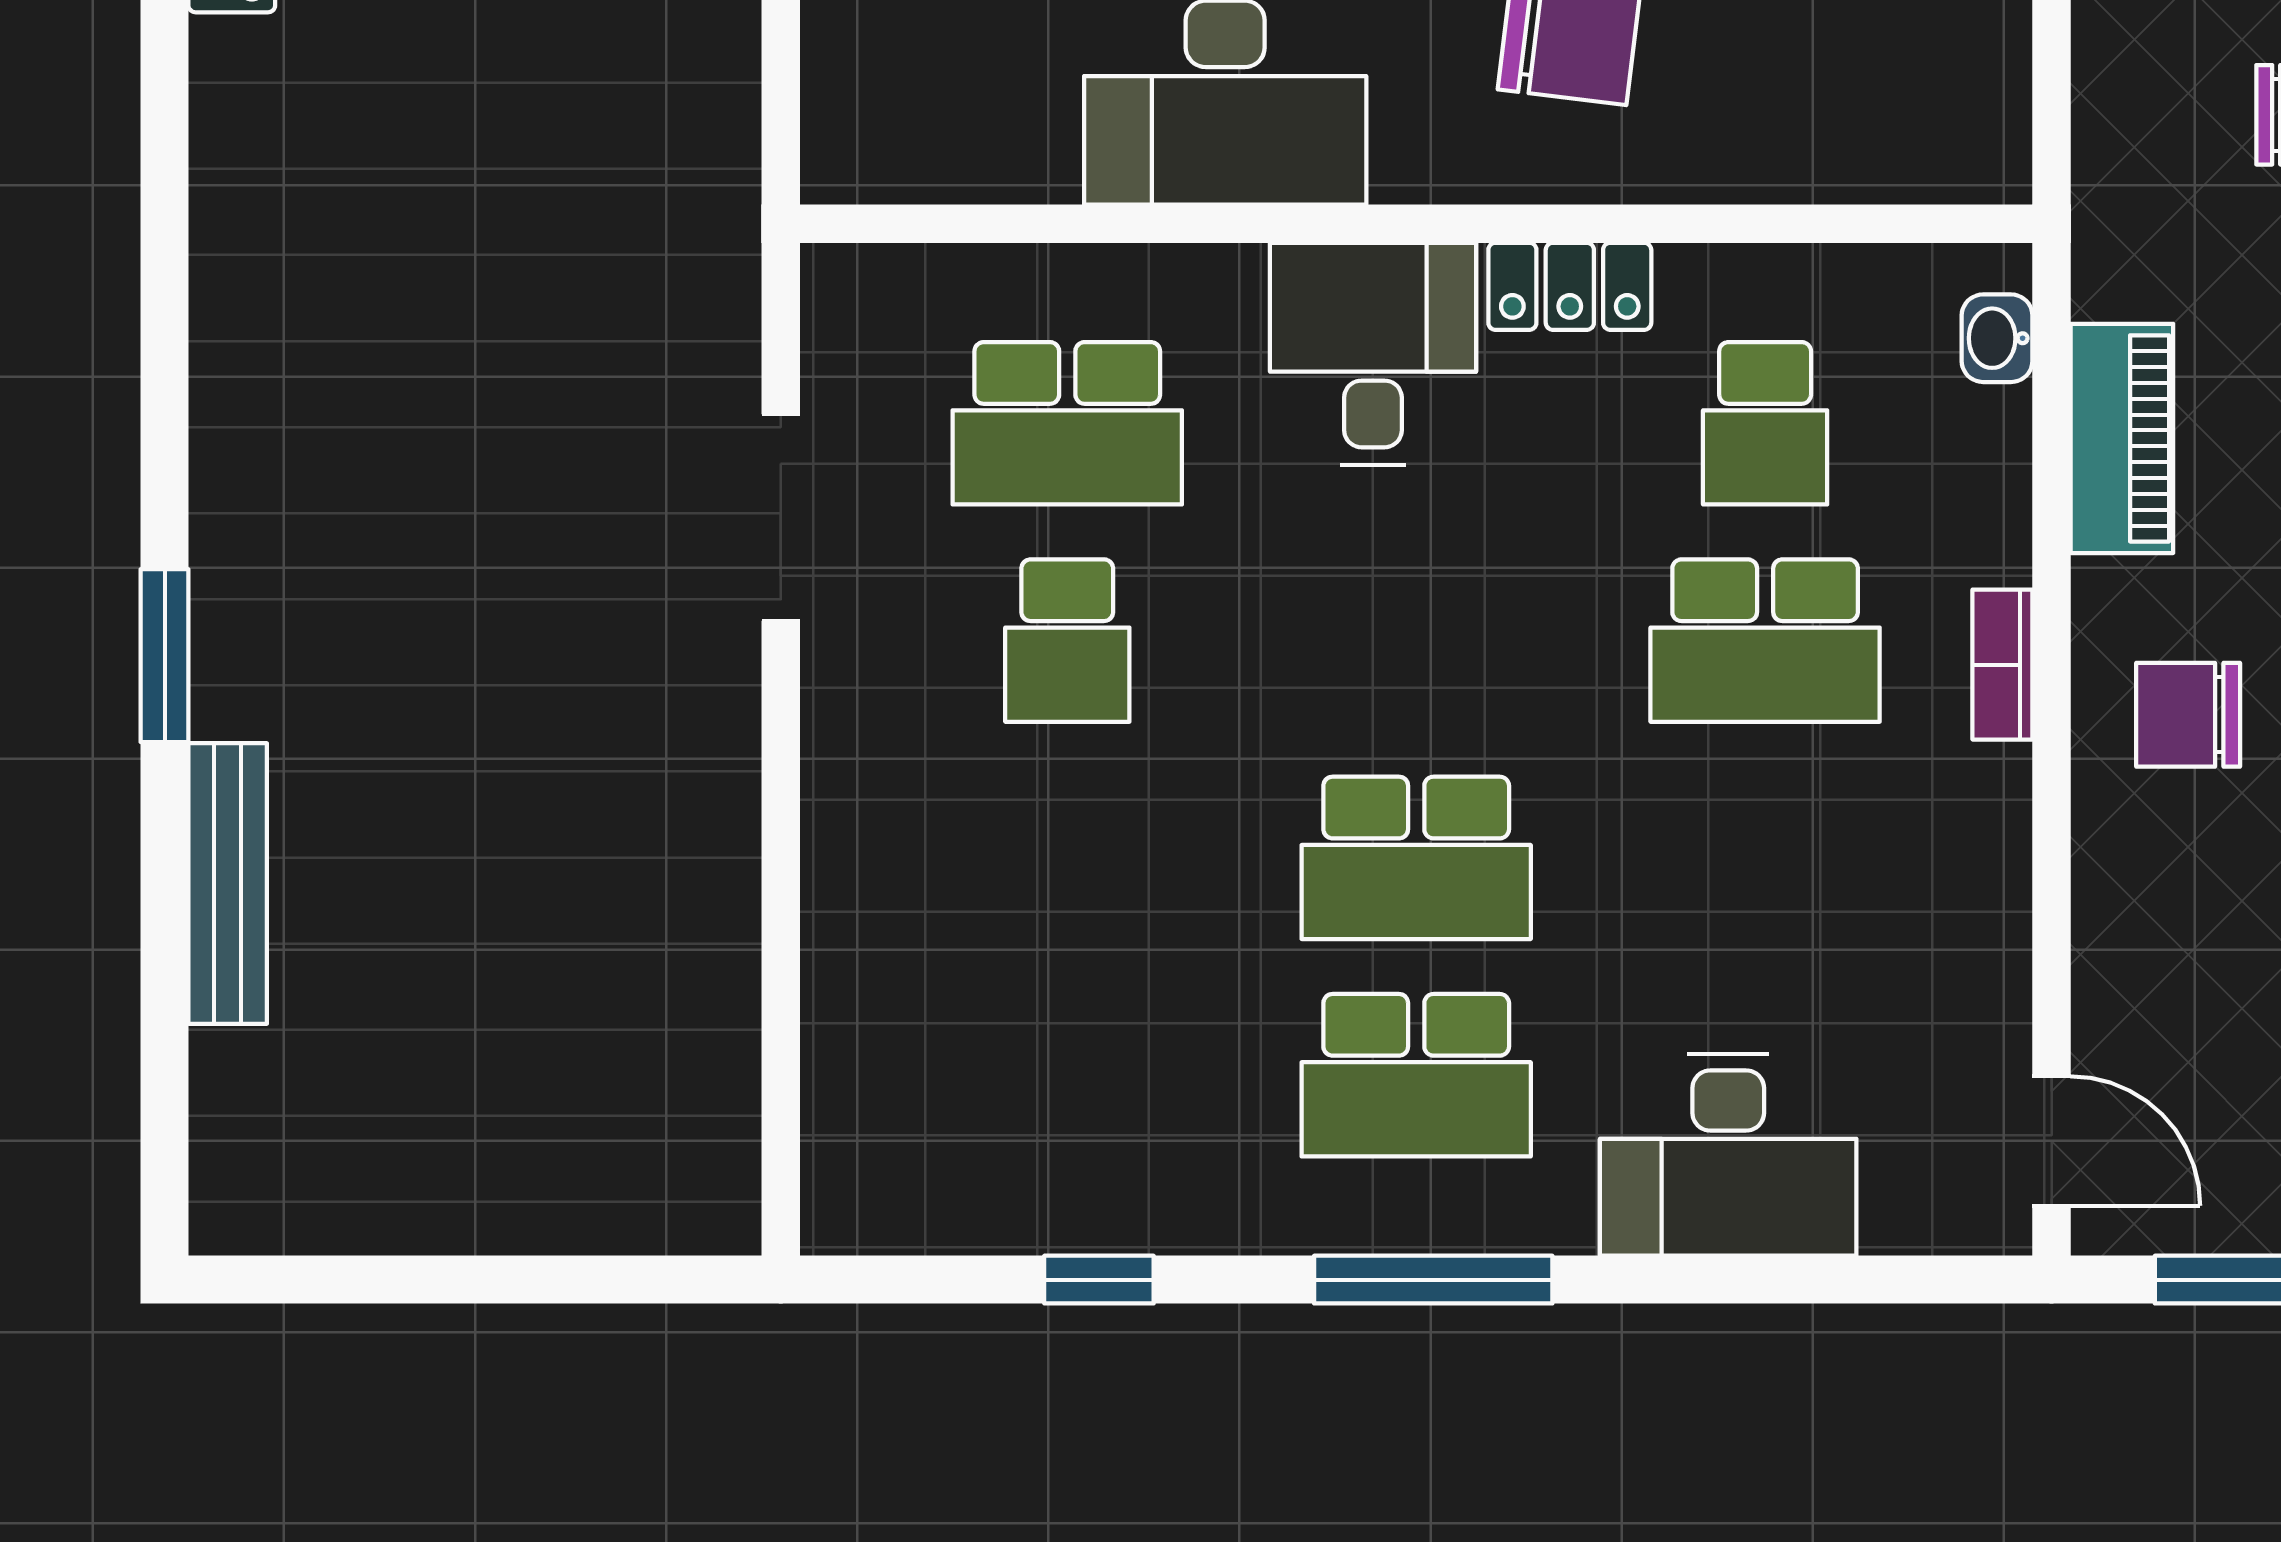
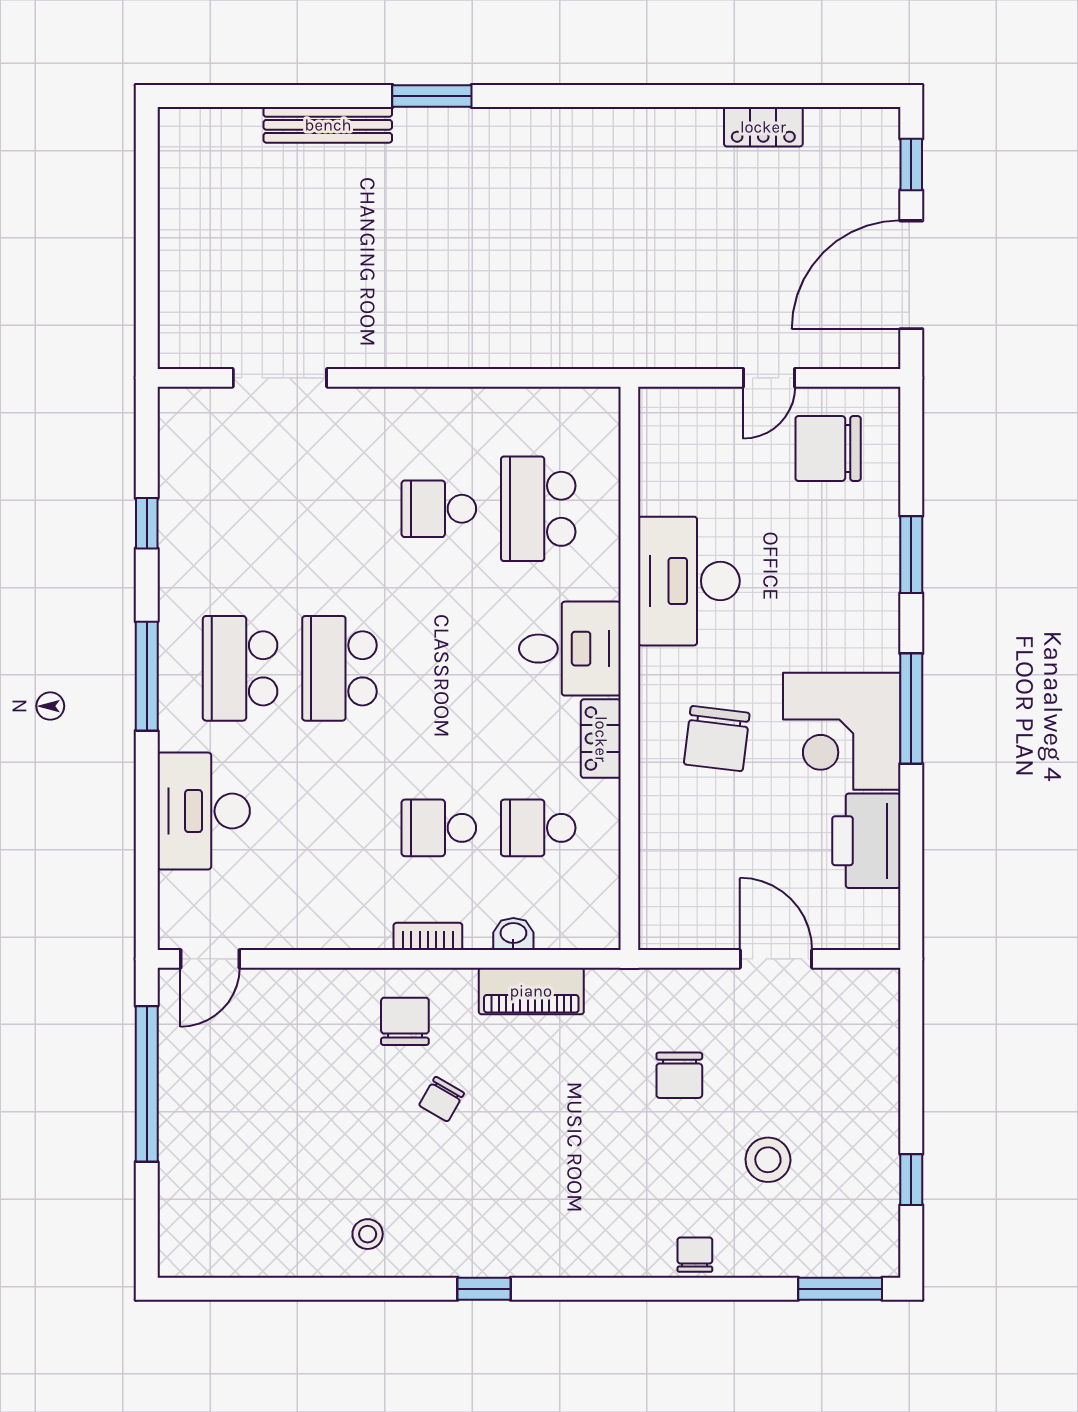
washbasin: (1997, 338) -> (513, 934), moved
doorway: (781, 518) -> (280, 378), moved
school desk: (1765, 641) -> (439, 828), width x0.54

